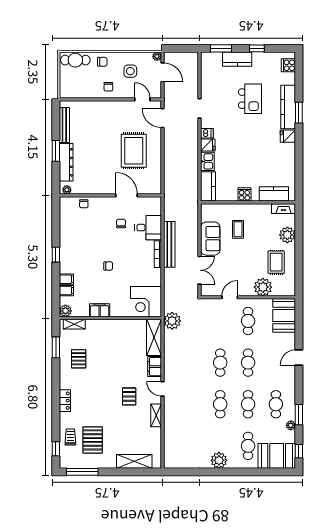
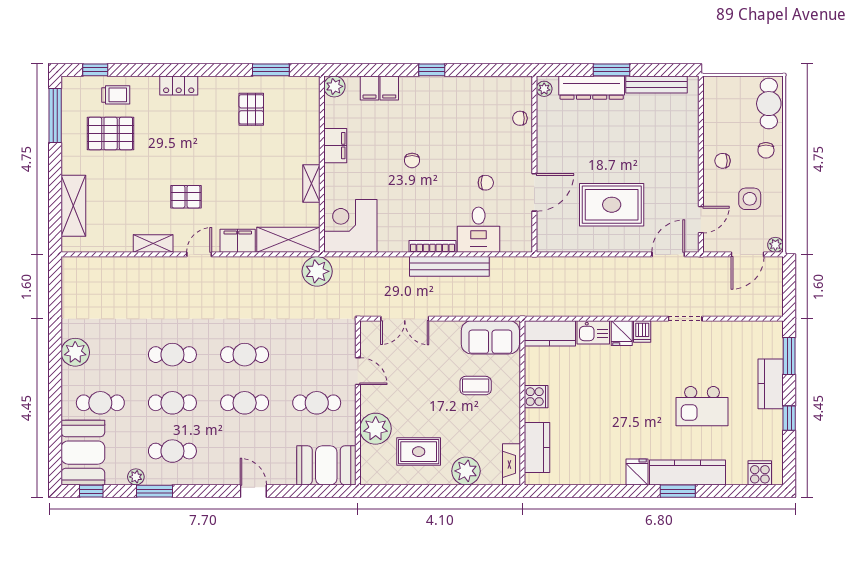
sofa: (210, 239) -> (490, 337), moved
shelving: (74, 324) -> (311, 183), moved
pallet: (79, 359) -> (251, 109), turned 90

